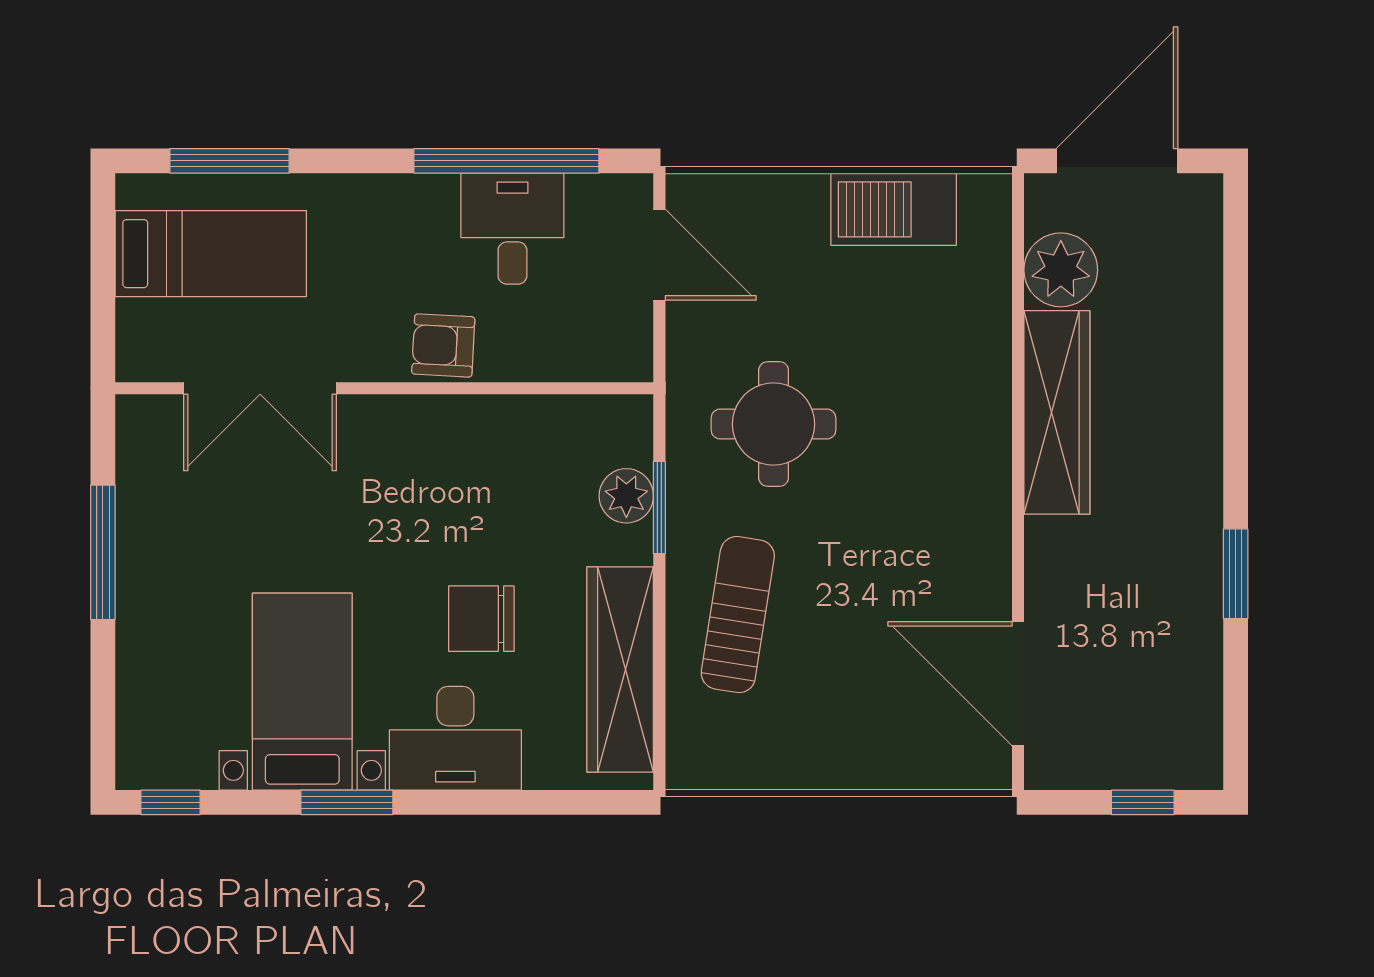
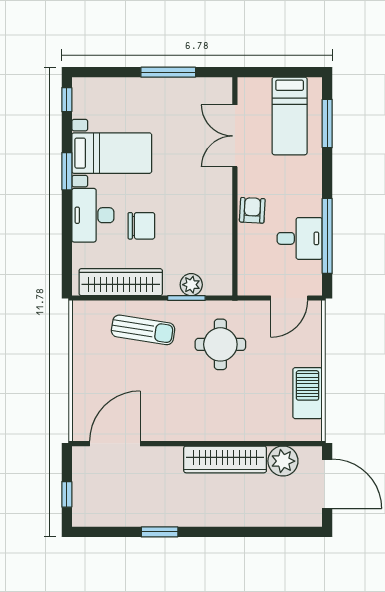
chair: (481, 619) -> (141, 226), turned 90

